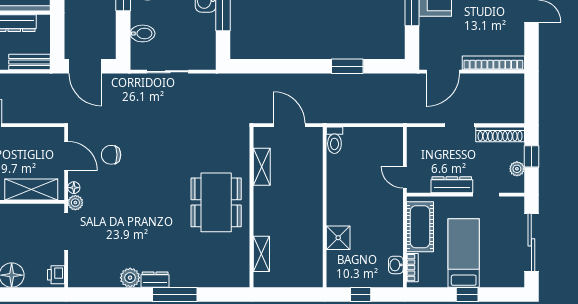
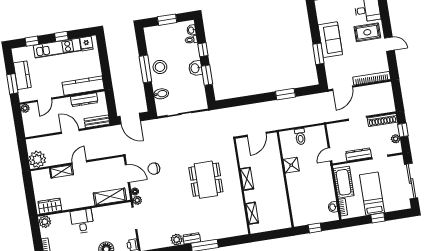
door: (289, 125) -> (257, 134), swing flipped
toilet: (334, 140) -> (300, 137), moved
shelving: (262, 167) -> (247, 179), moved
door: (405, 177) -> (330, 154), hinge flipped
dining table: (216, 202) -> (206, 180), moved
shower: (338, 238) -> (291, 165), moved

